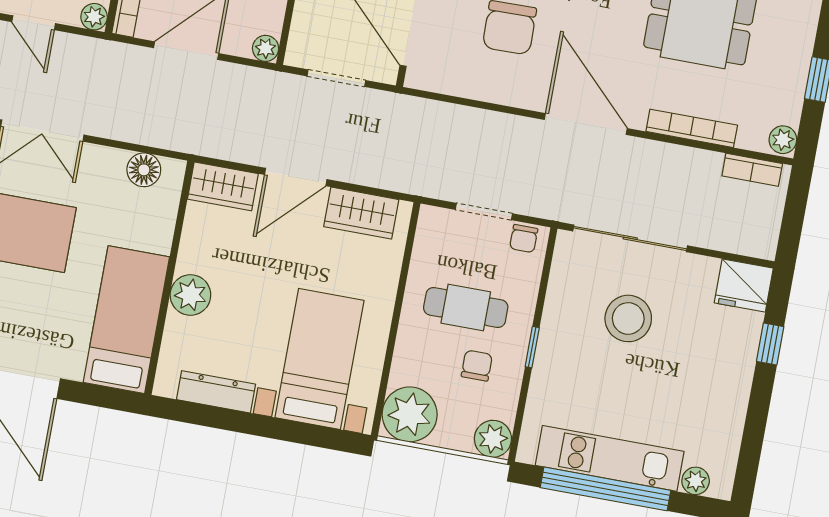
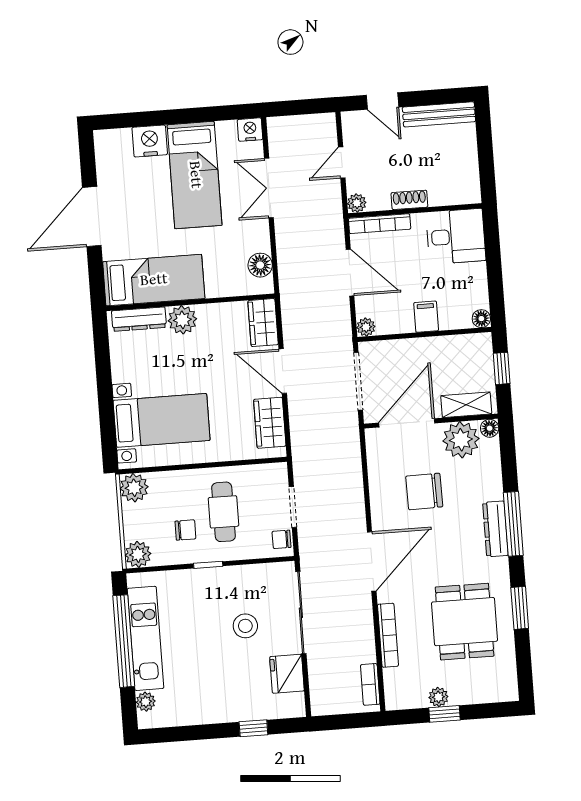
doorway: (336, 78) -> (358, 381), width x1.38
plant: (783, 140) -> (438, 697), moved
fridge: (744, 286) -> (287, 674), moved
stool: (628, 318) -> (245, 626), width x0.73, depth x0.73
dresser: (216, 392) -> (139, 319), moved, turned 90
plant: (410, 414) -> (134, 488), width x0.73, depth x0.73

